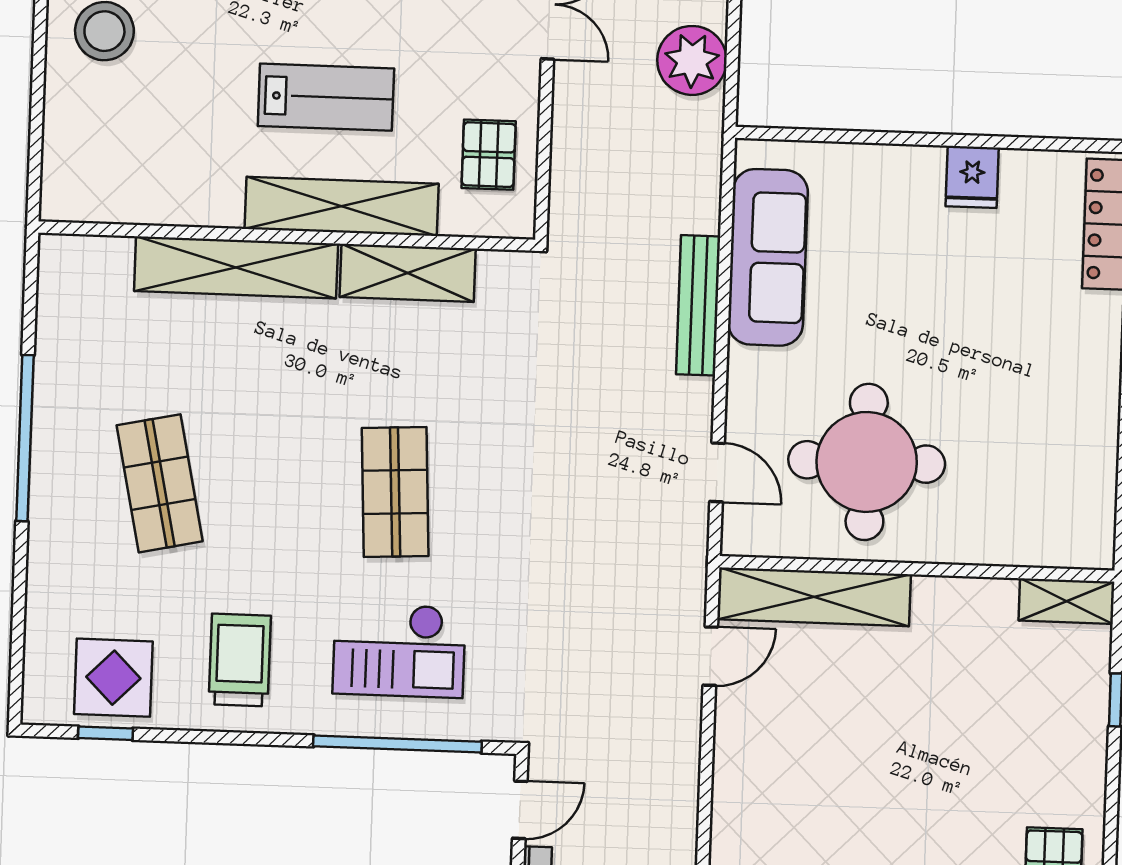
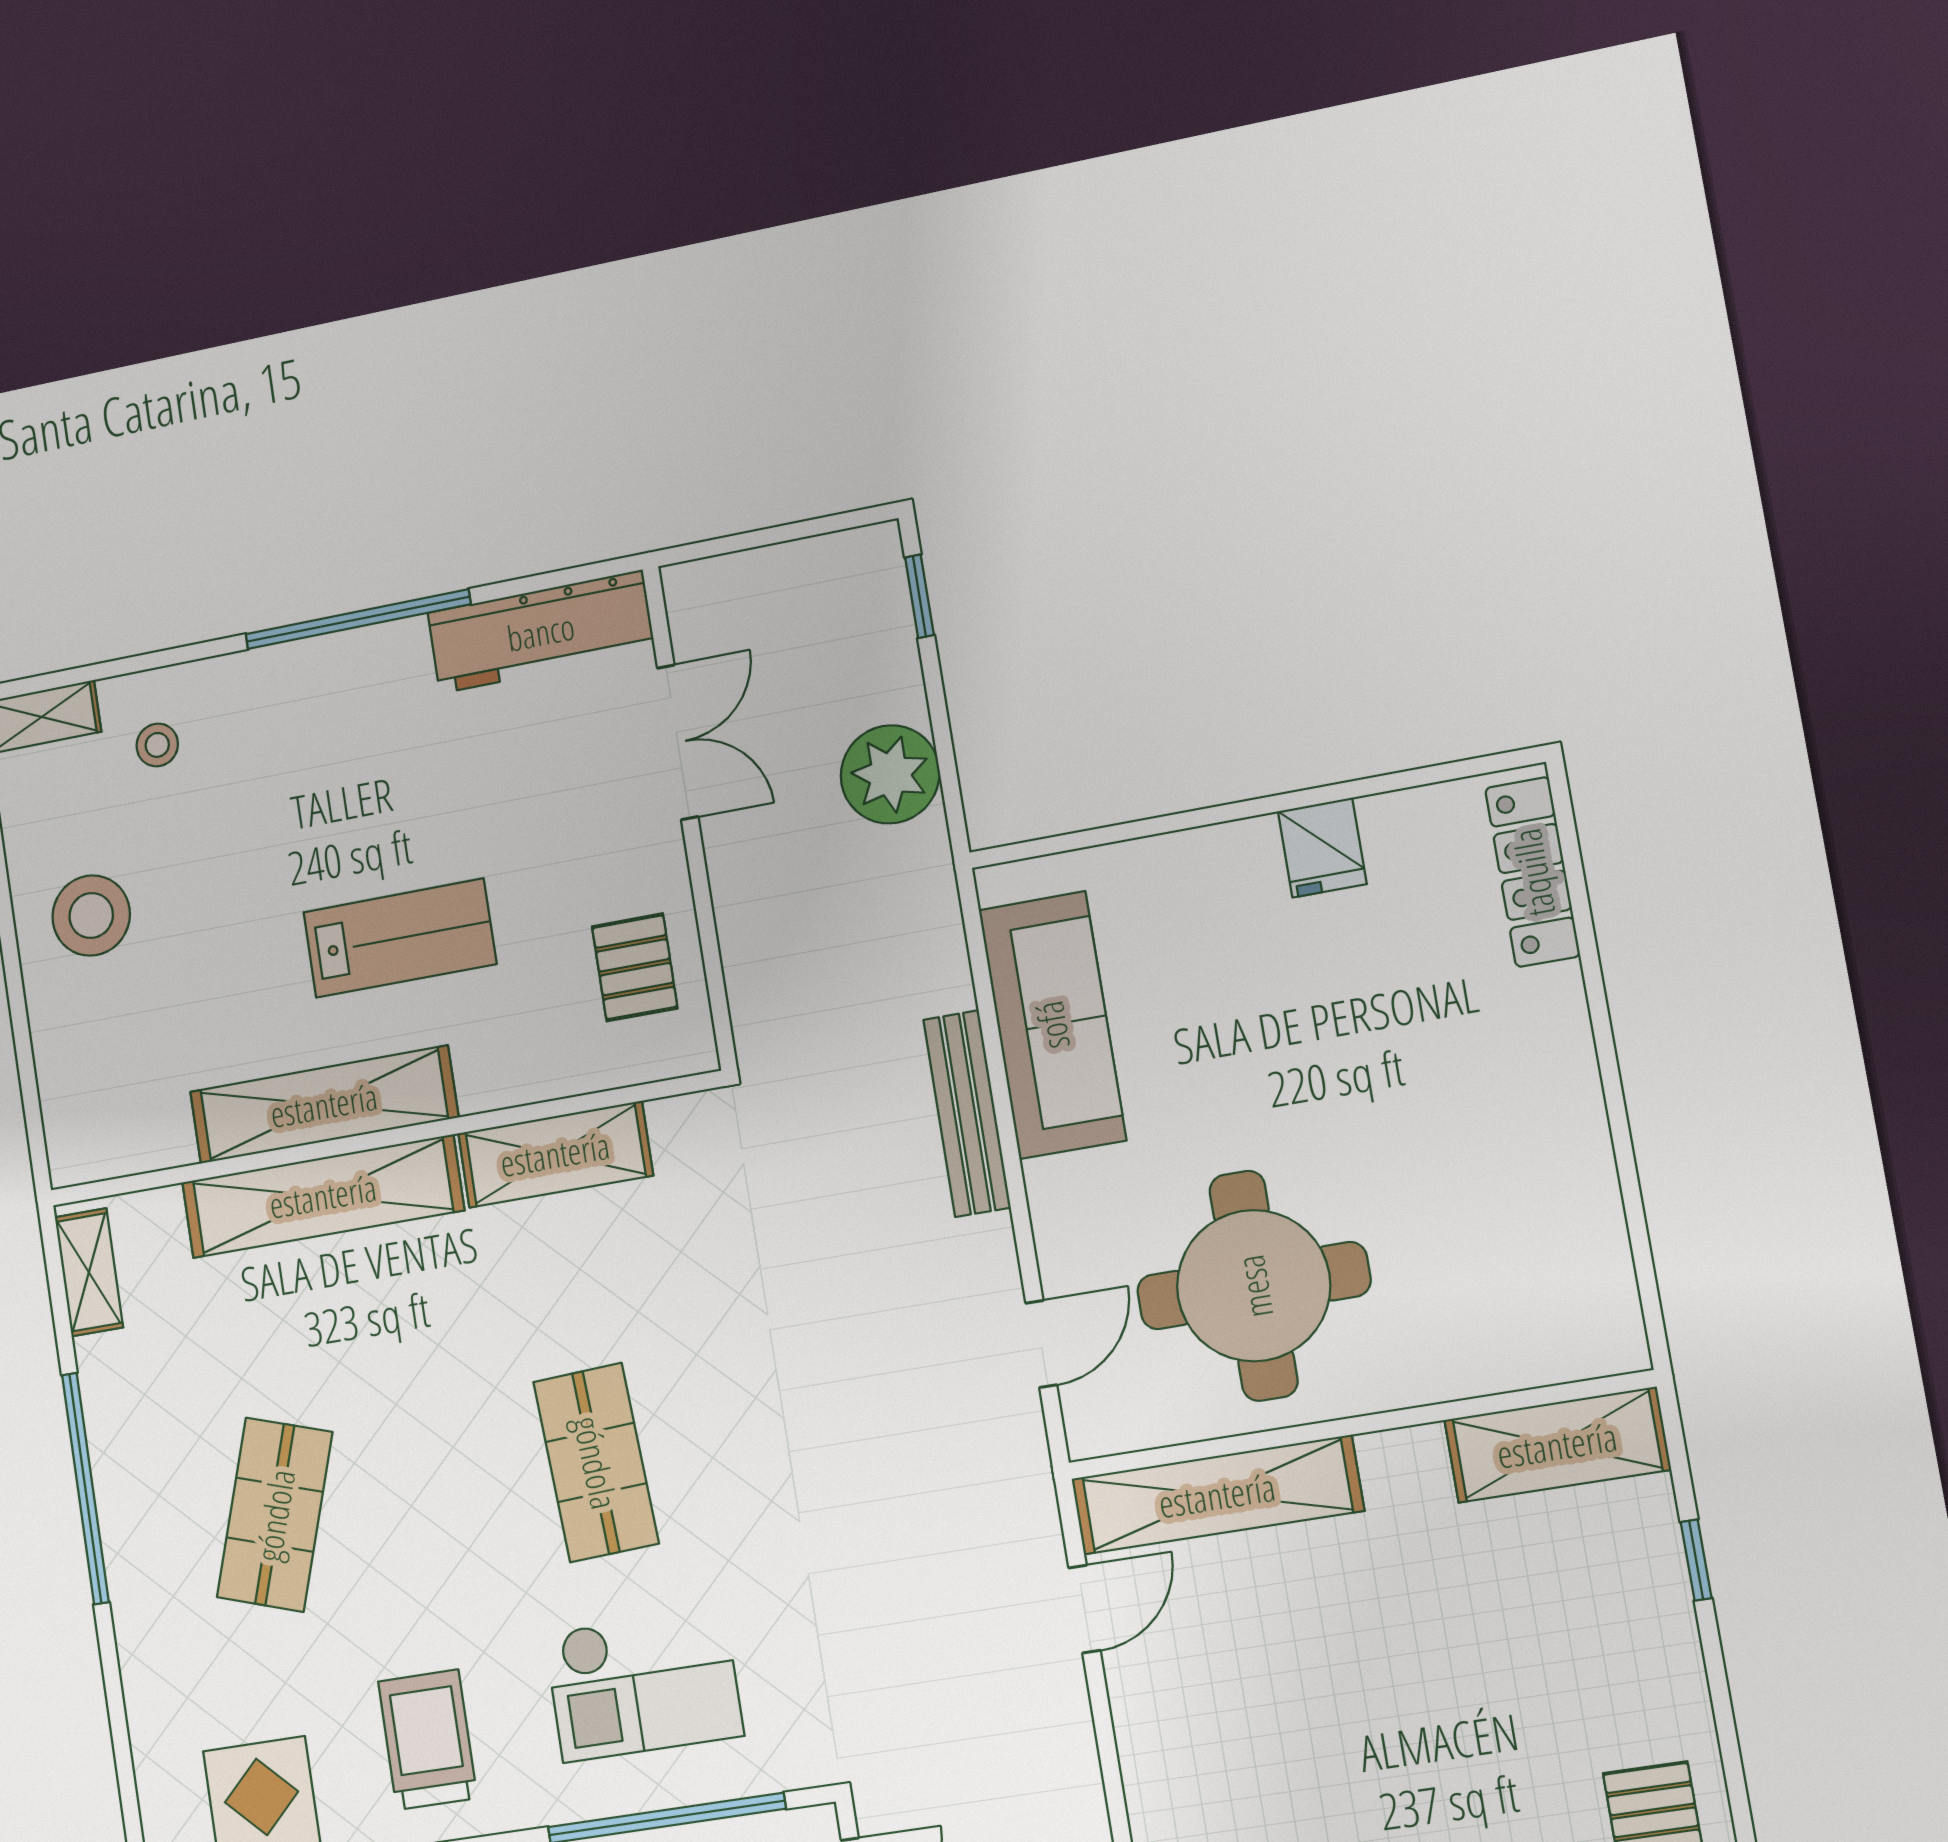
shelving: (342, 206) -> (324, 1105), moved
shelving: (56, 286) -> (89, 1272), added
door: (717, 472) -> (1041, 1344), hinge flipped
shop shelf: (160, 483) -> (275, 1515), turned 30
shelving: (1066, 601) -> (1557, 1445), width x1.50, depth x1.33

